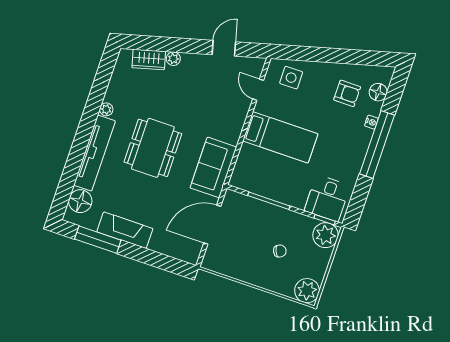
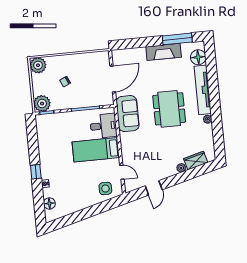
armchair: (347, 93) -> (68, 194), removed
window: (377, 145) -> (36, 172), width x0.32
desk: (327, 198) -> (103, 126), moved, turned 90

